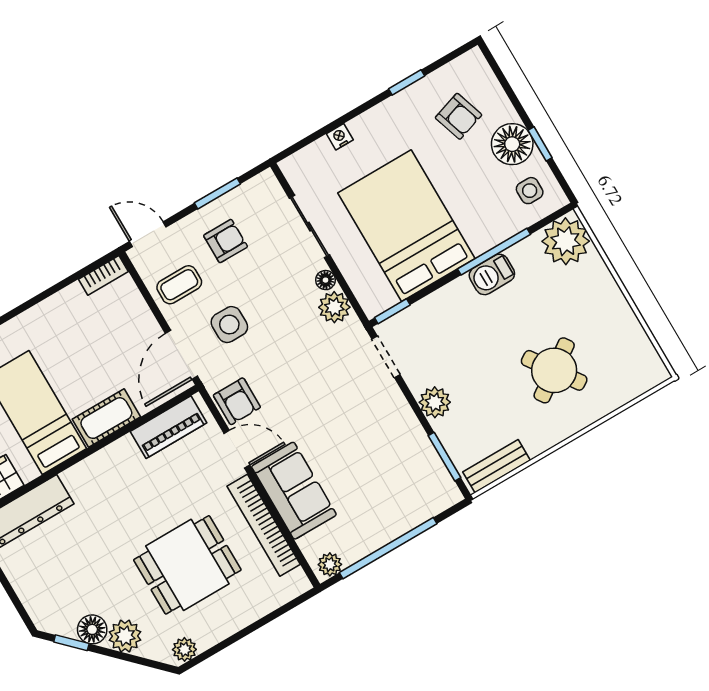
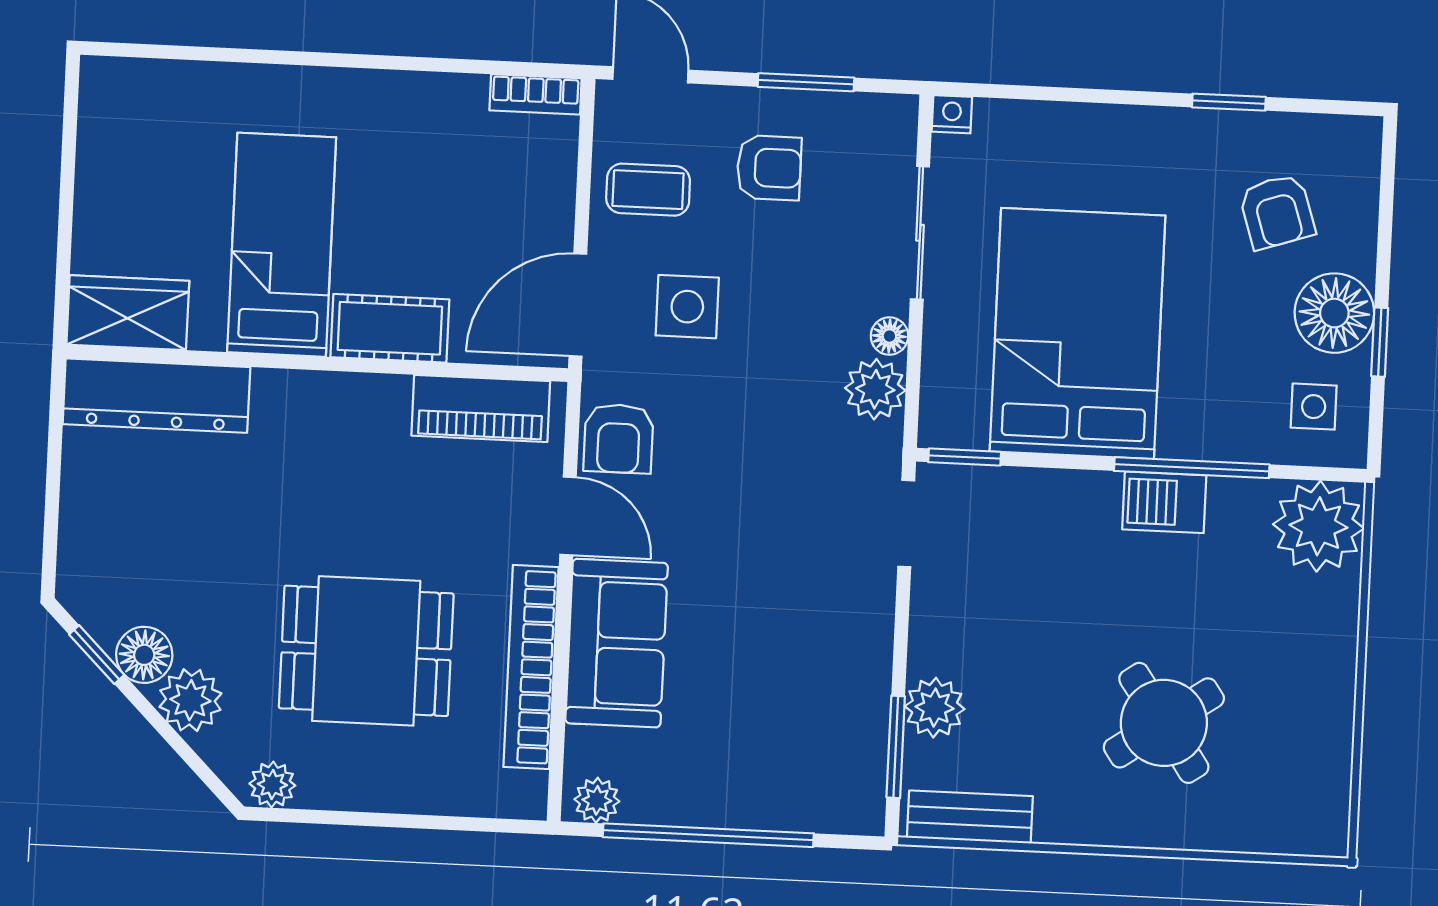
nightstand: (340, 137) -> (952, 114), moved
plant: (435, 402) -> (935, 708), moved

